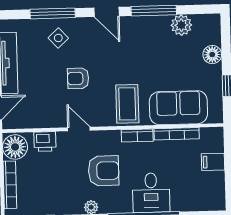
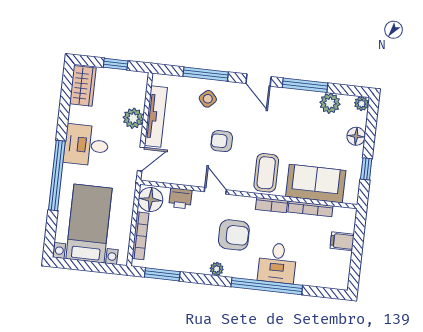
plant: (213, 21) -> (362, 104), added

